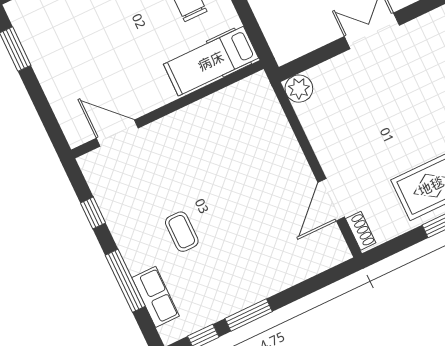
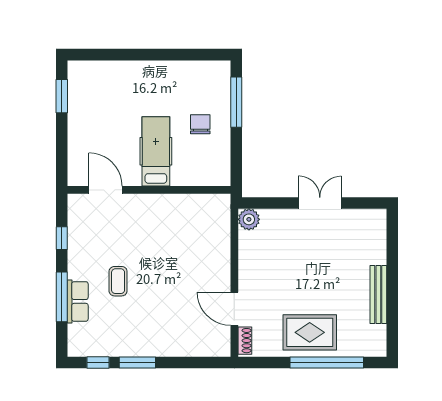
hospital bed: (211, 61) -> (156, 151), moved, turned 90
door: (331, 200) -> (234, 309), hinge flipped
row of seats: (156, 297) -> (78, 301), moved

